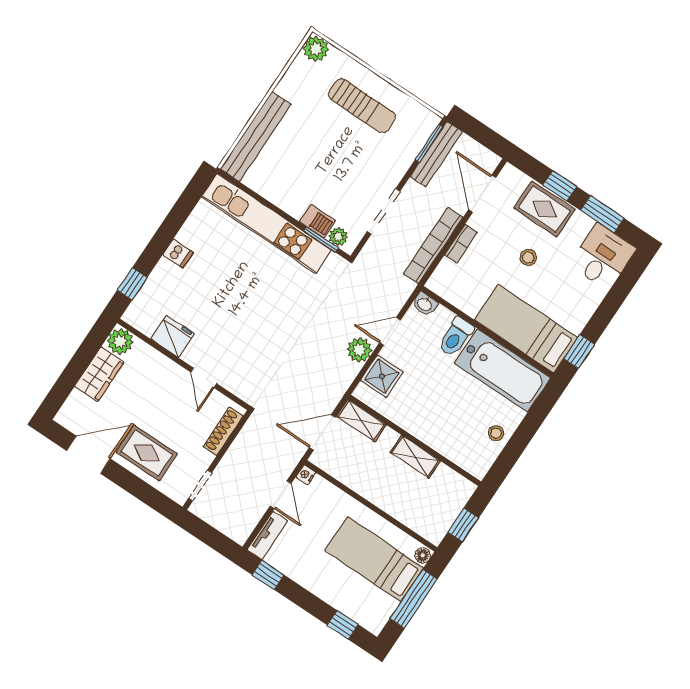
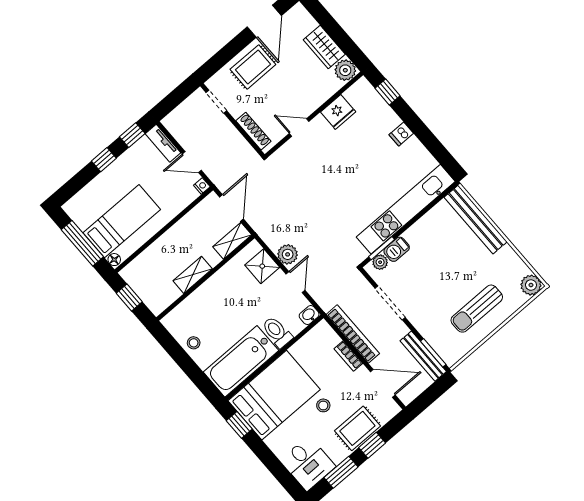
bed: (526, 329) -> (274, 395), width x1.50
window: (343, 625) -> (104, 160), moved

